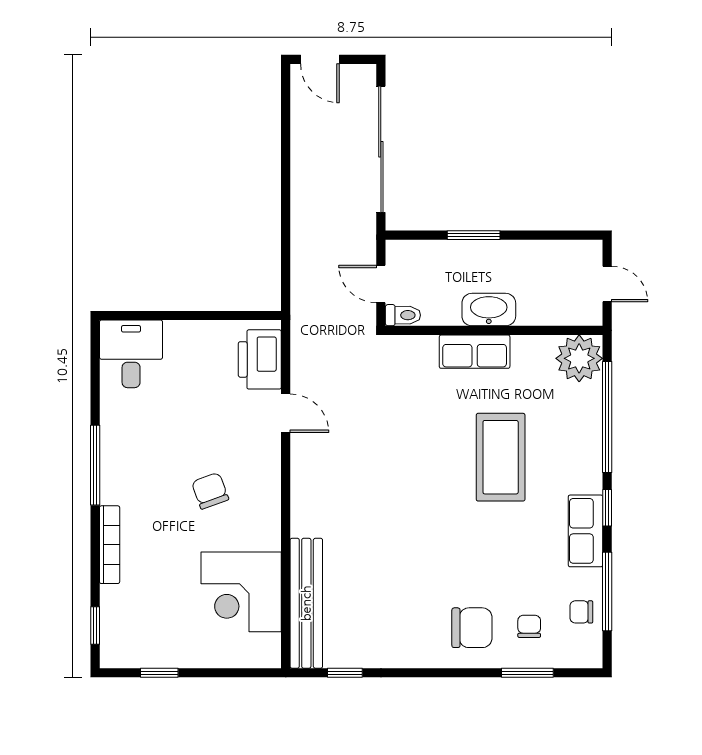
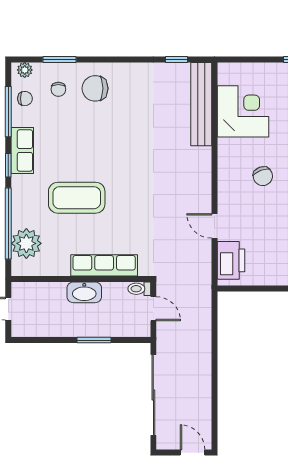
row of seats: (475, 352) -> (104, 265), width x1.48
plant: (579, 358) -> (26, 243), moved
coffee table: (501, 457) -> (77, 198), turned 90
plant: (582, 657) -> (25, 70), added

